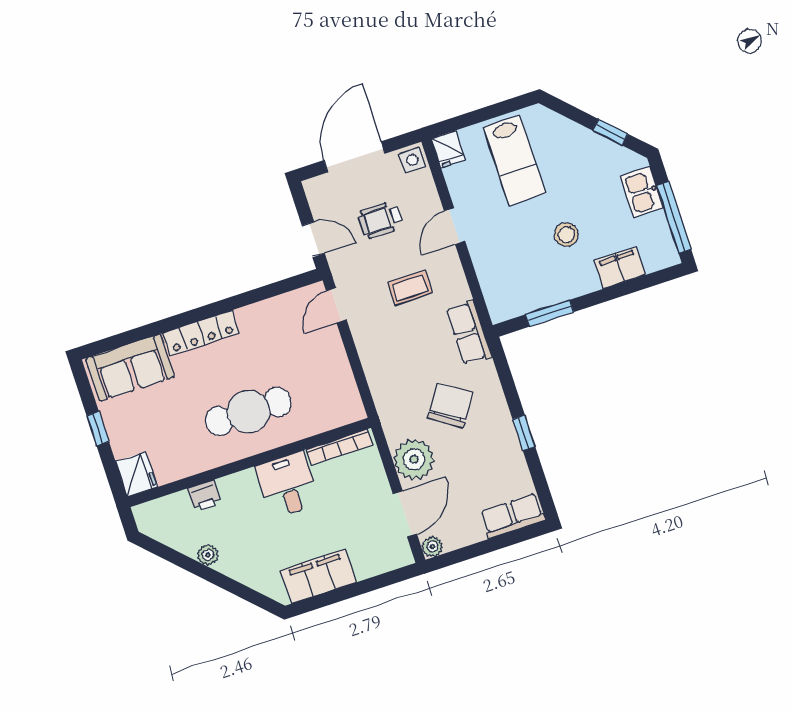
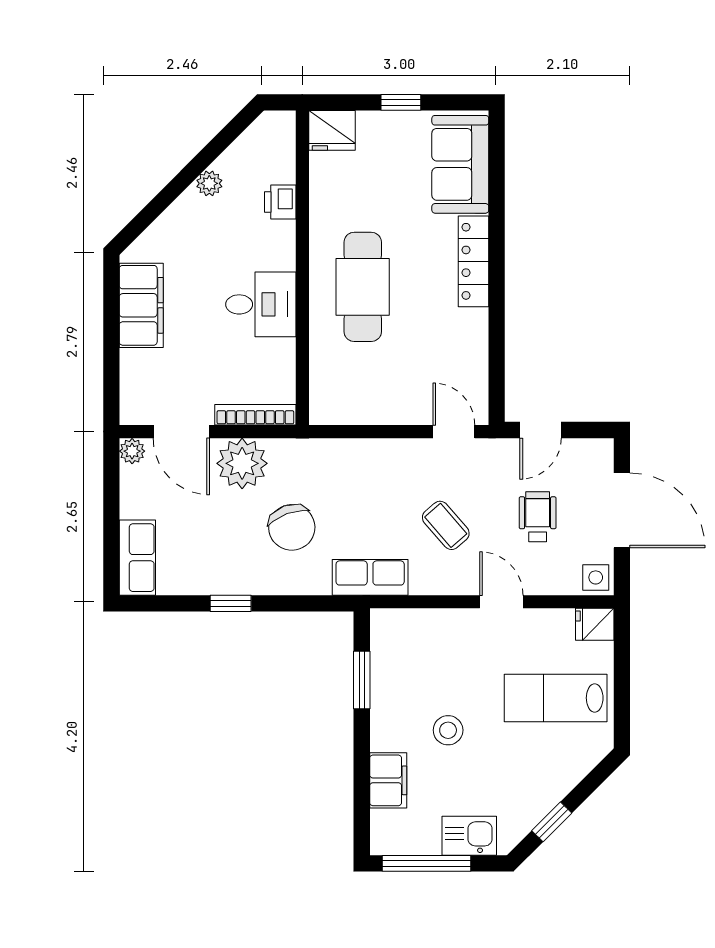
coffee table: (410, 288) -> (446, 525), turned -41
chair: (450, 405) -> (292, 527), turned 36
bookcase: (339, 447) -> (255, 415), moved, turned 90

